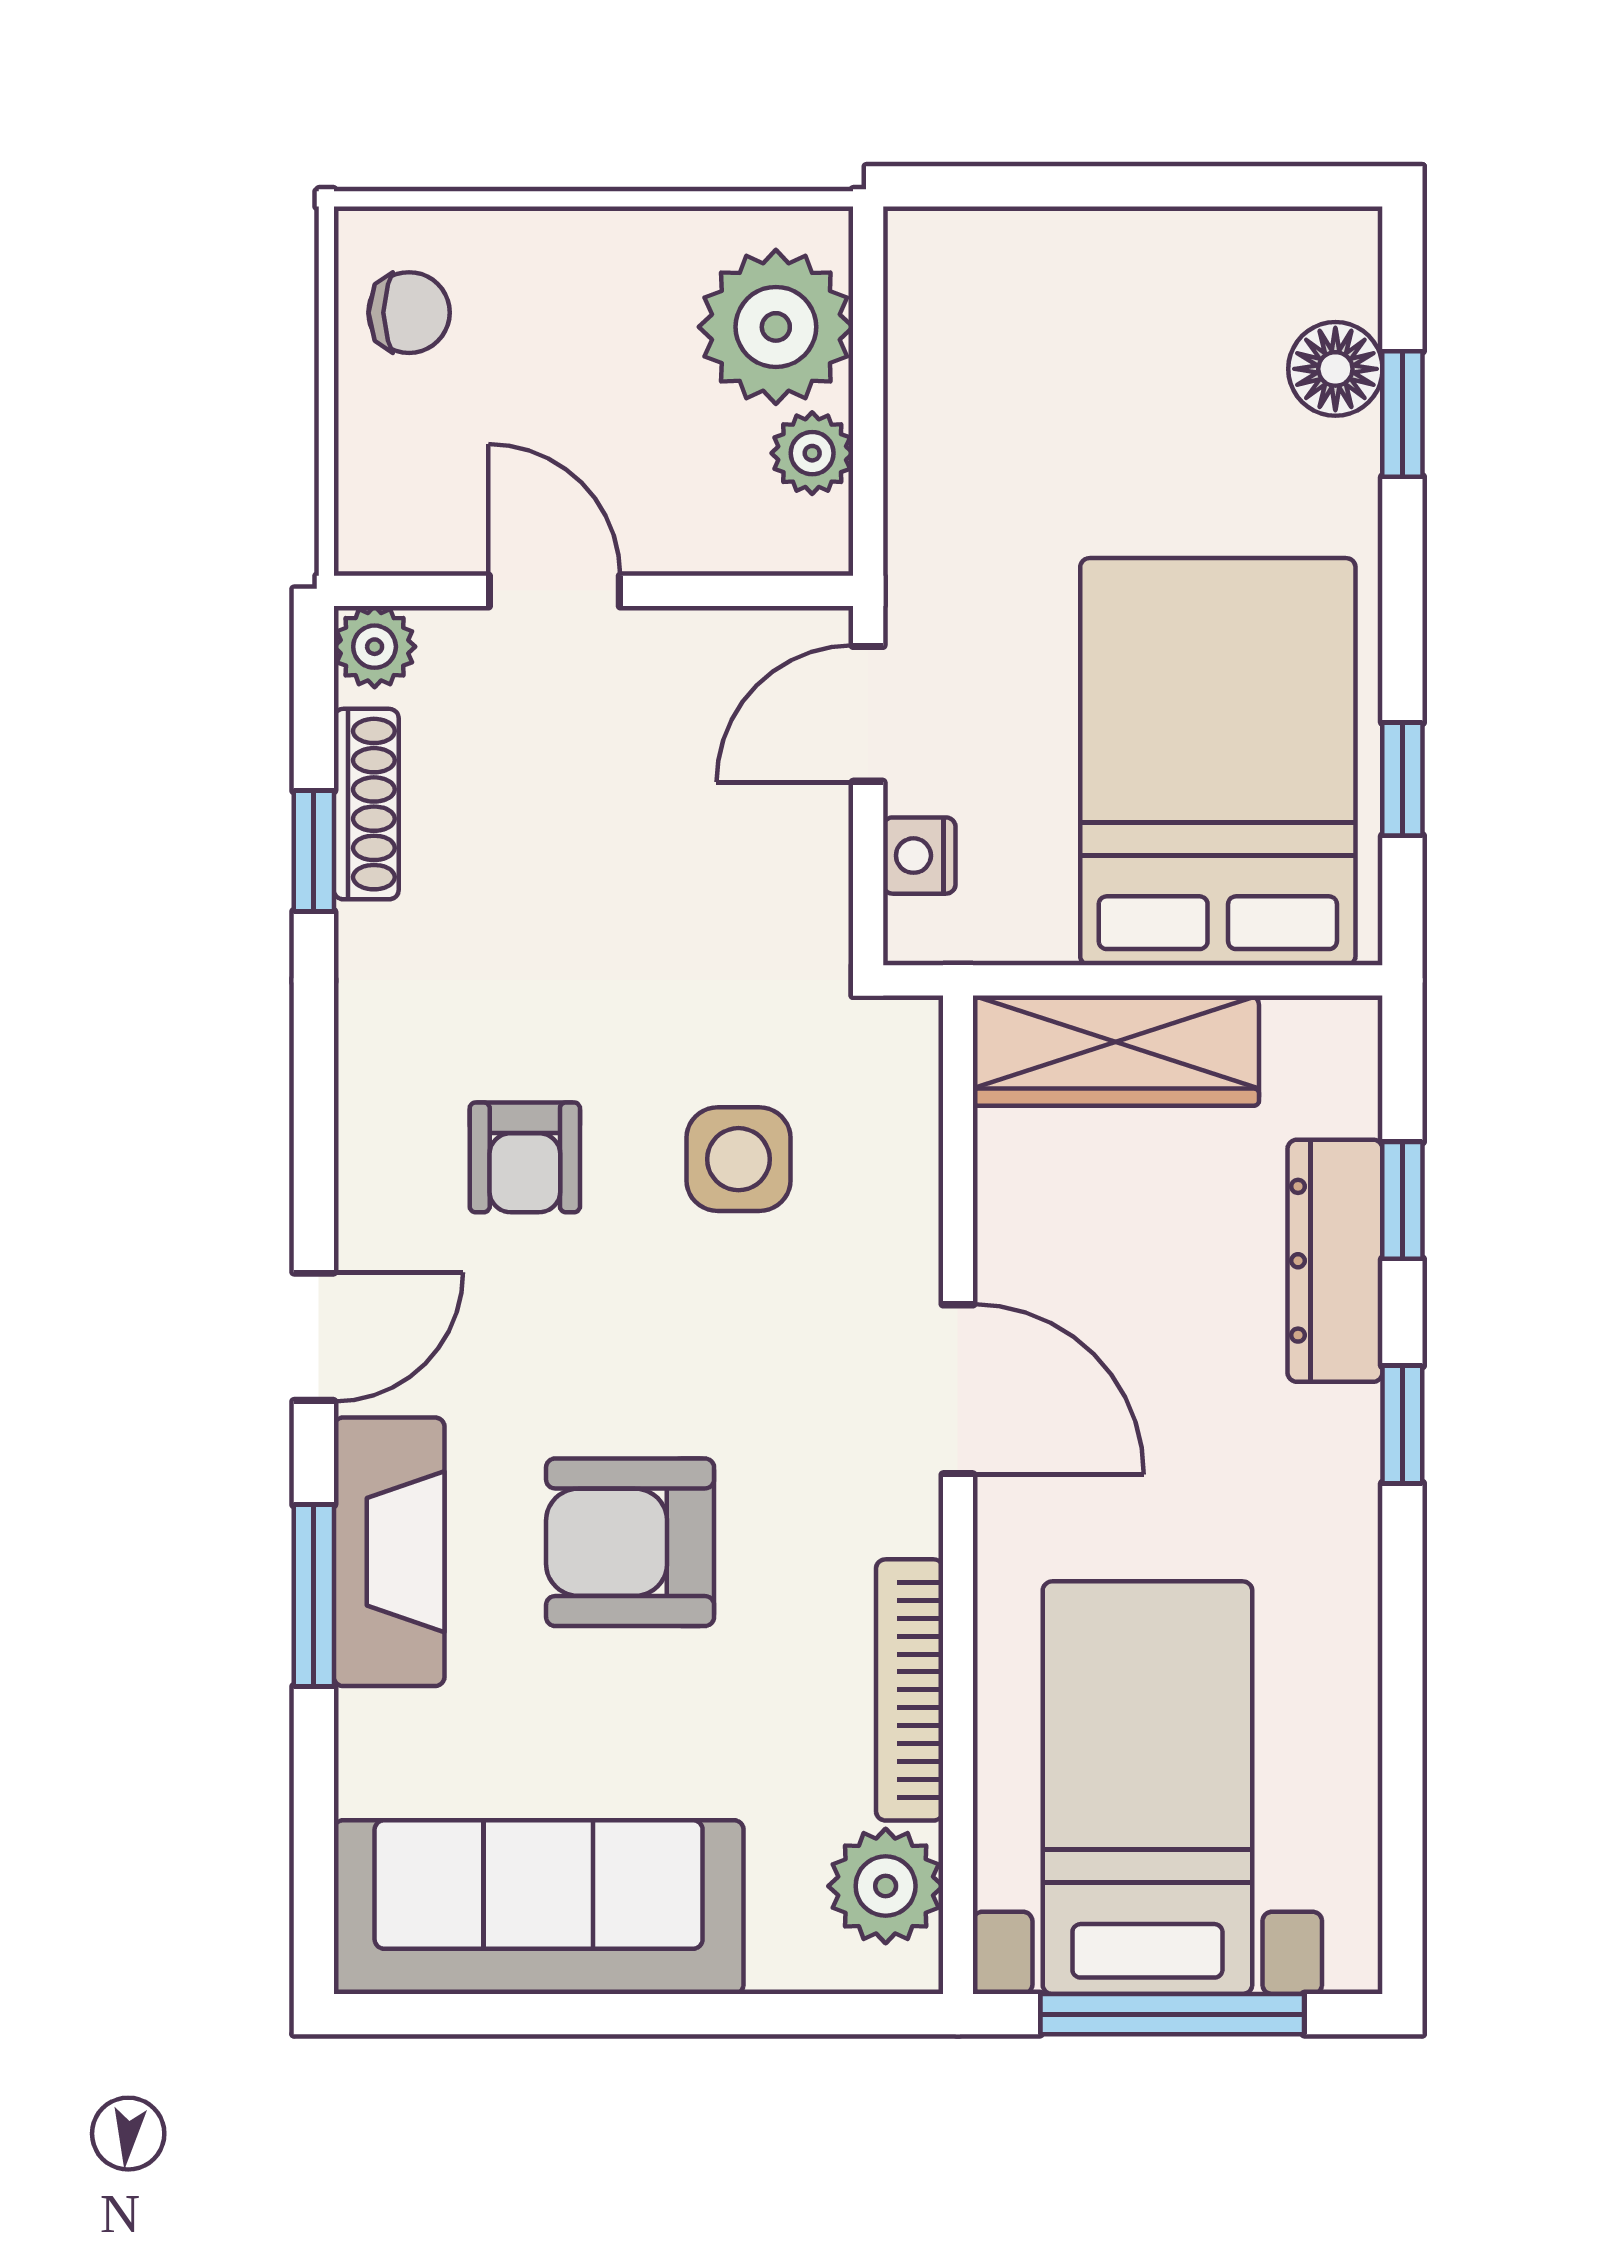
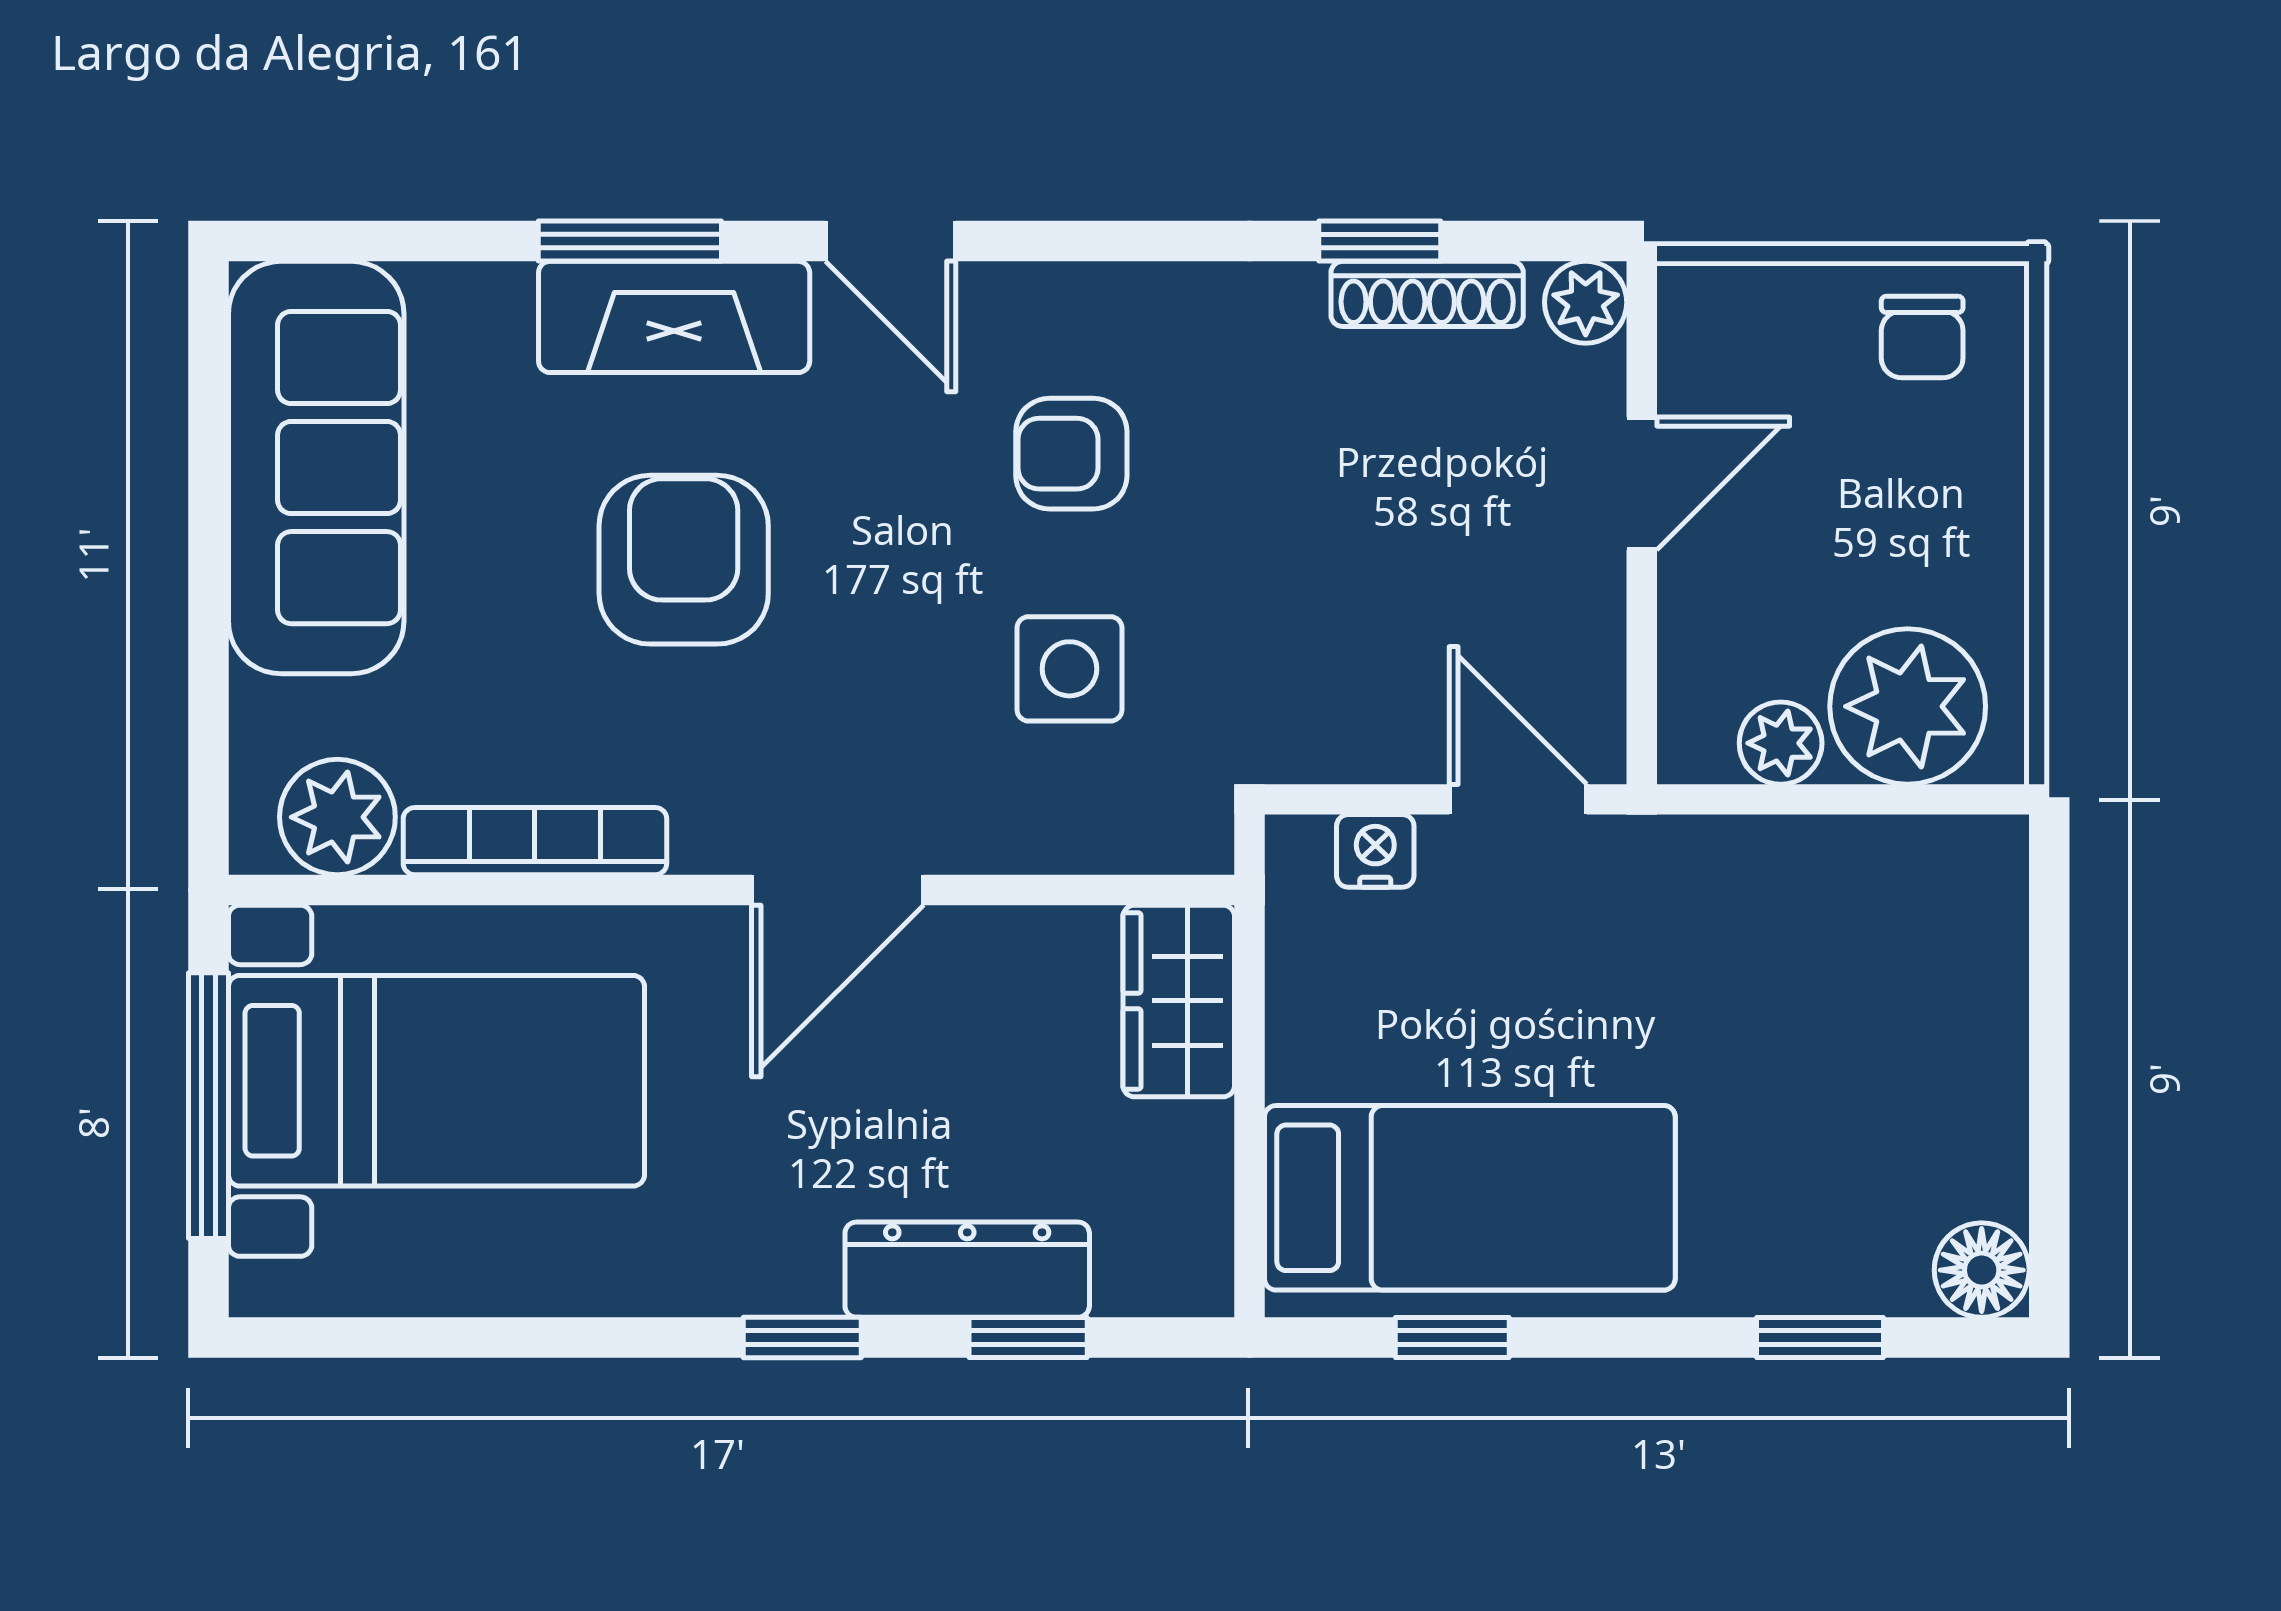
floor lamp: (1335, 369) -> (1982, 1270), moved
bed: (1218, 762) -> (1470, 1198), width x0.67
wardrobe: (1116, 1051) -> (1179, 1001), width x0.67

